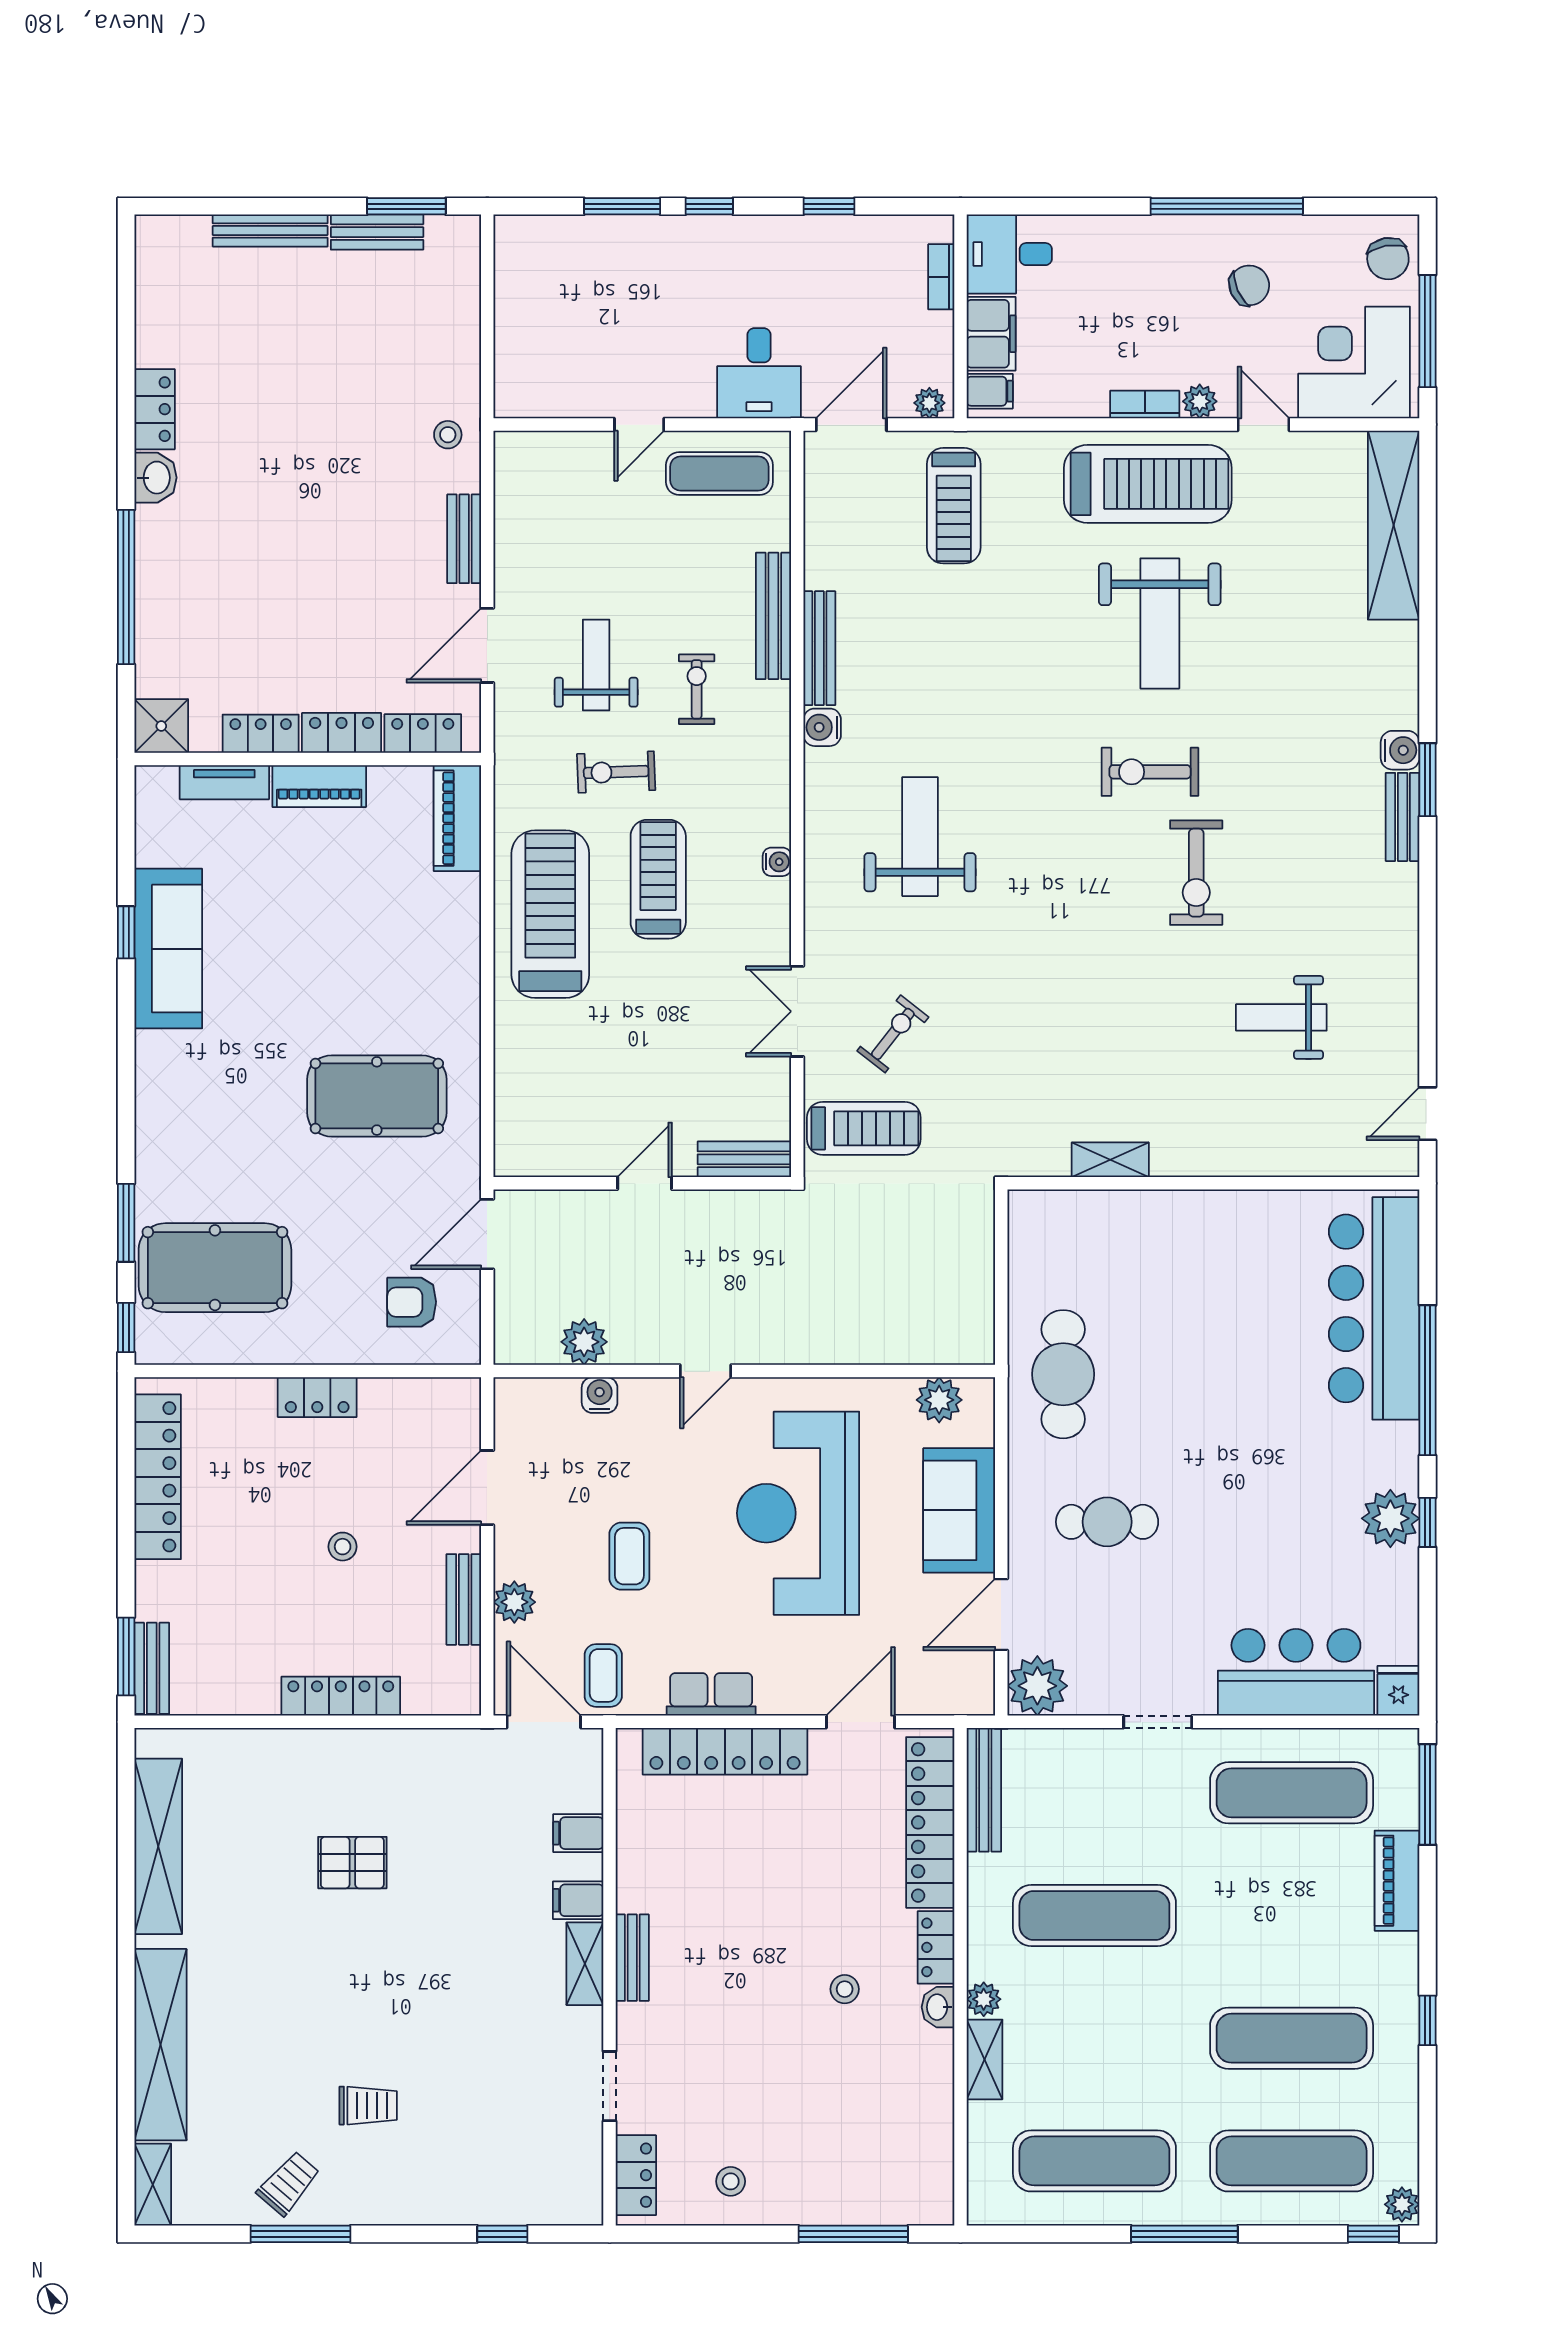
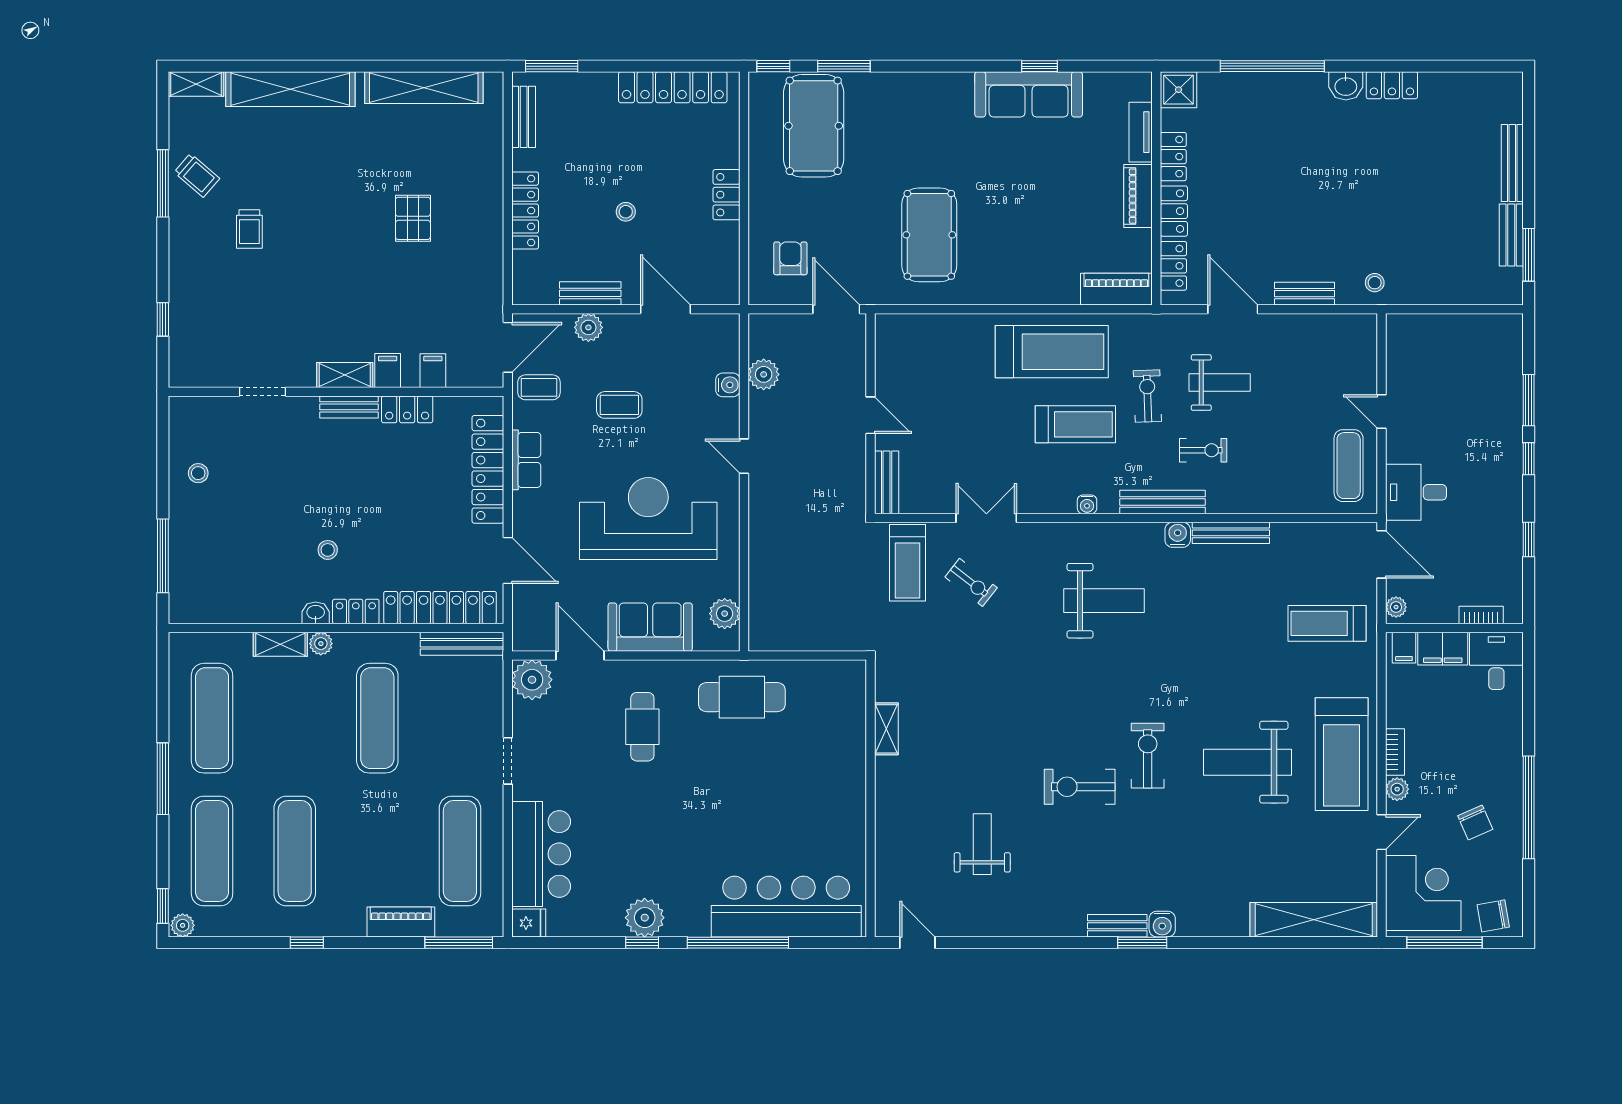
bench: (773, 616) -> (1163, 502), moved
bench: (152, 1668) -> (524, 117), moved, turned 90
locker: (636, 2175) -> (407, 409), moved

